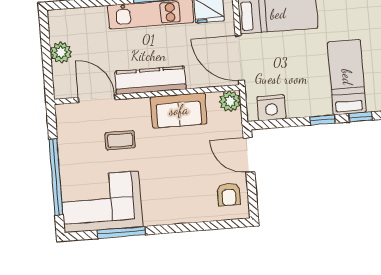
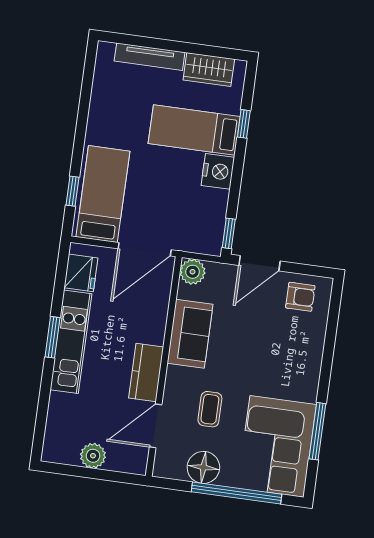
kitchen counter: (150, 80) -> (146, 373), width x0.67
nightstand: (271, 108) -> (218, 171), moved
window: (323, 120) -> (229, 233), moved
floor lamp: (71, 145) -> (203, 467), added

